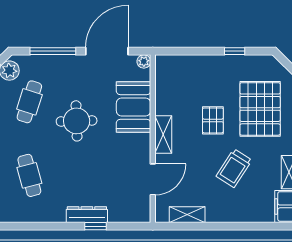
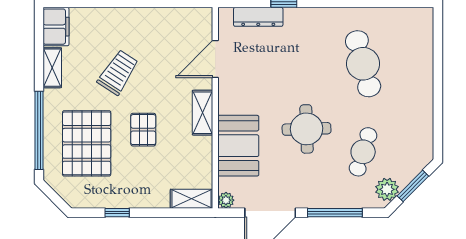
cafe table: (29, 175) -> (363, 64), width x1.37, depth x1.35
dresser: (87, 215) -> (258, 17), moved
shelving: (187, 215) -> (191, 199), moved

